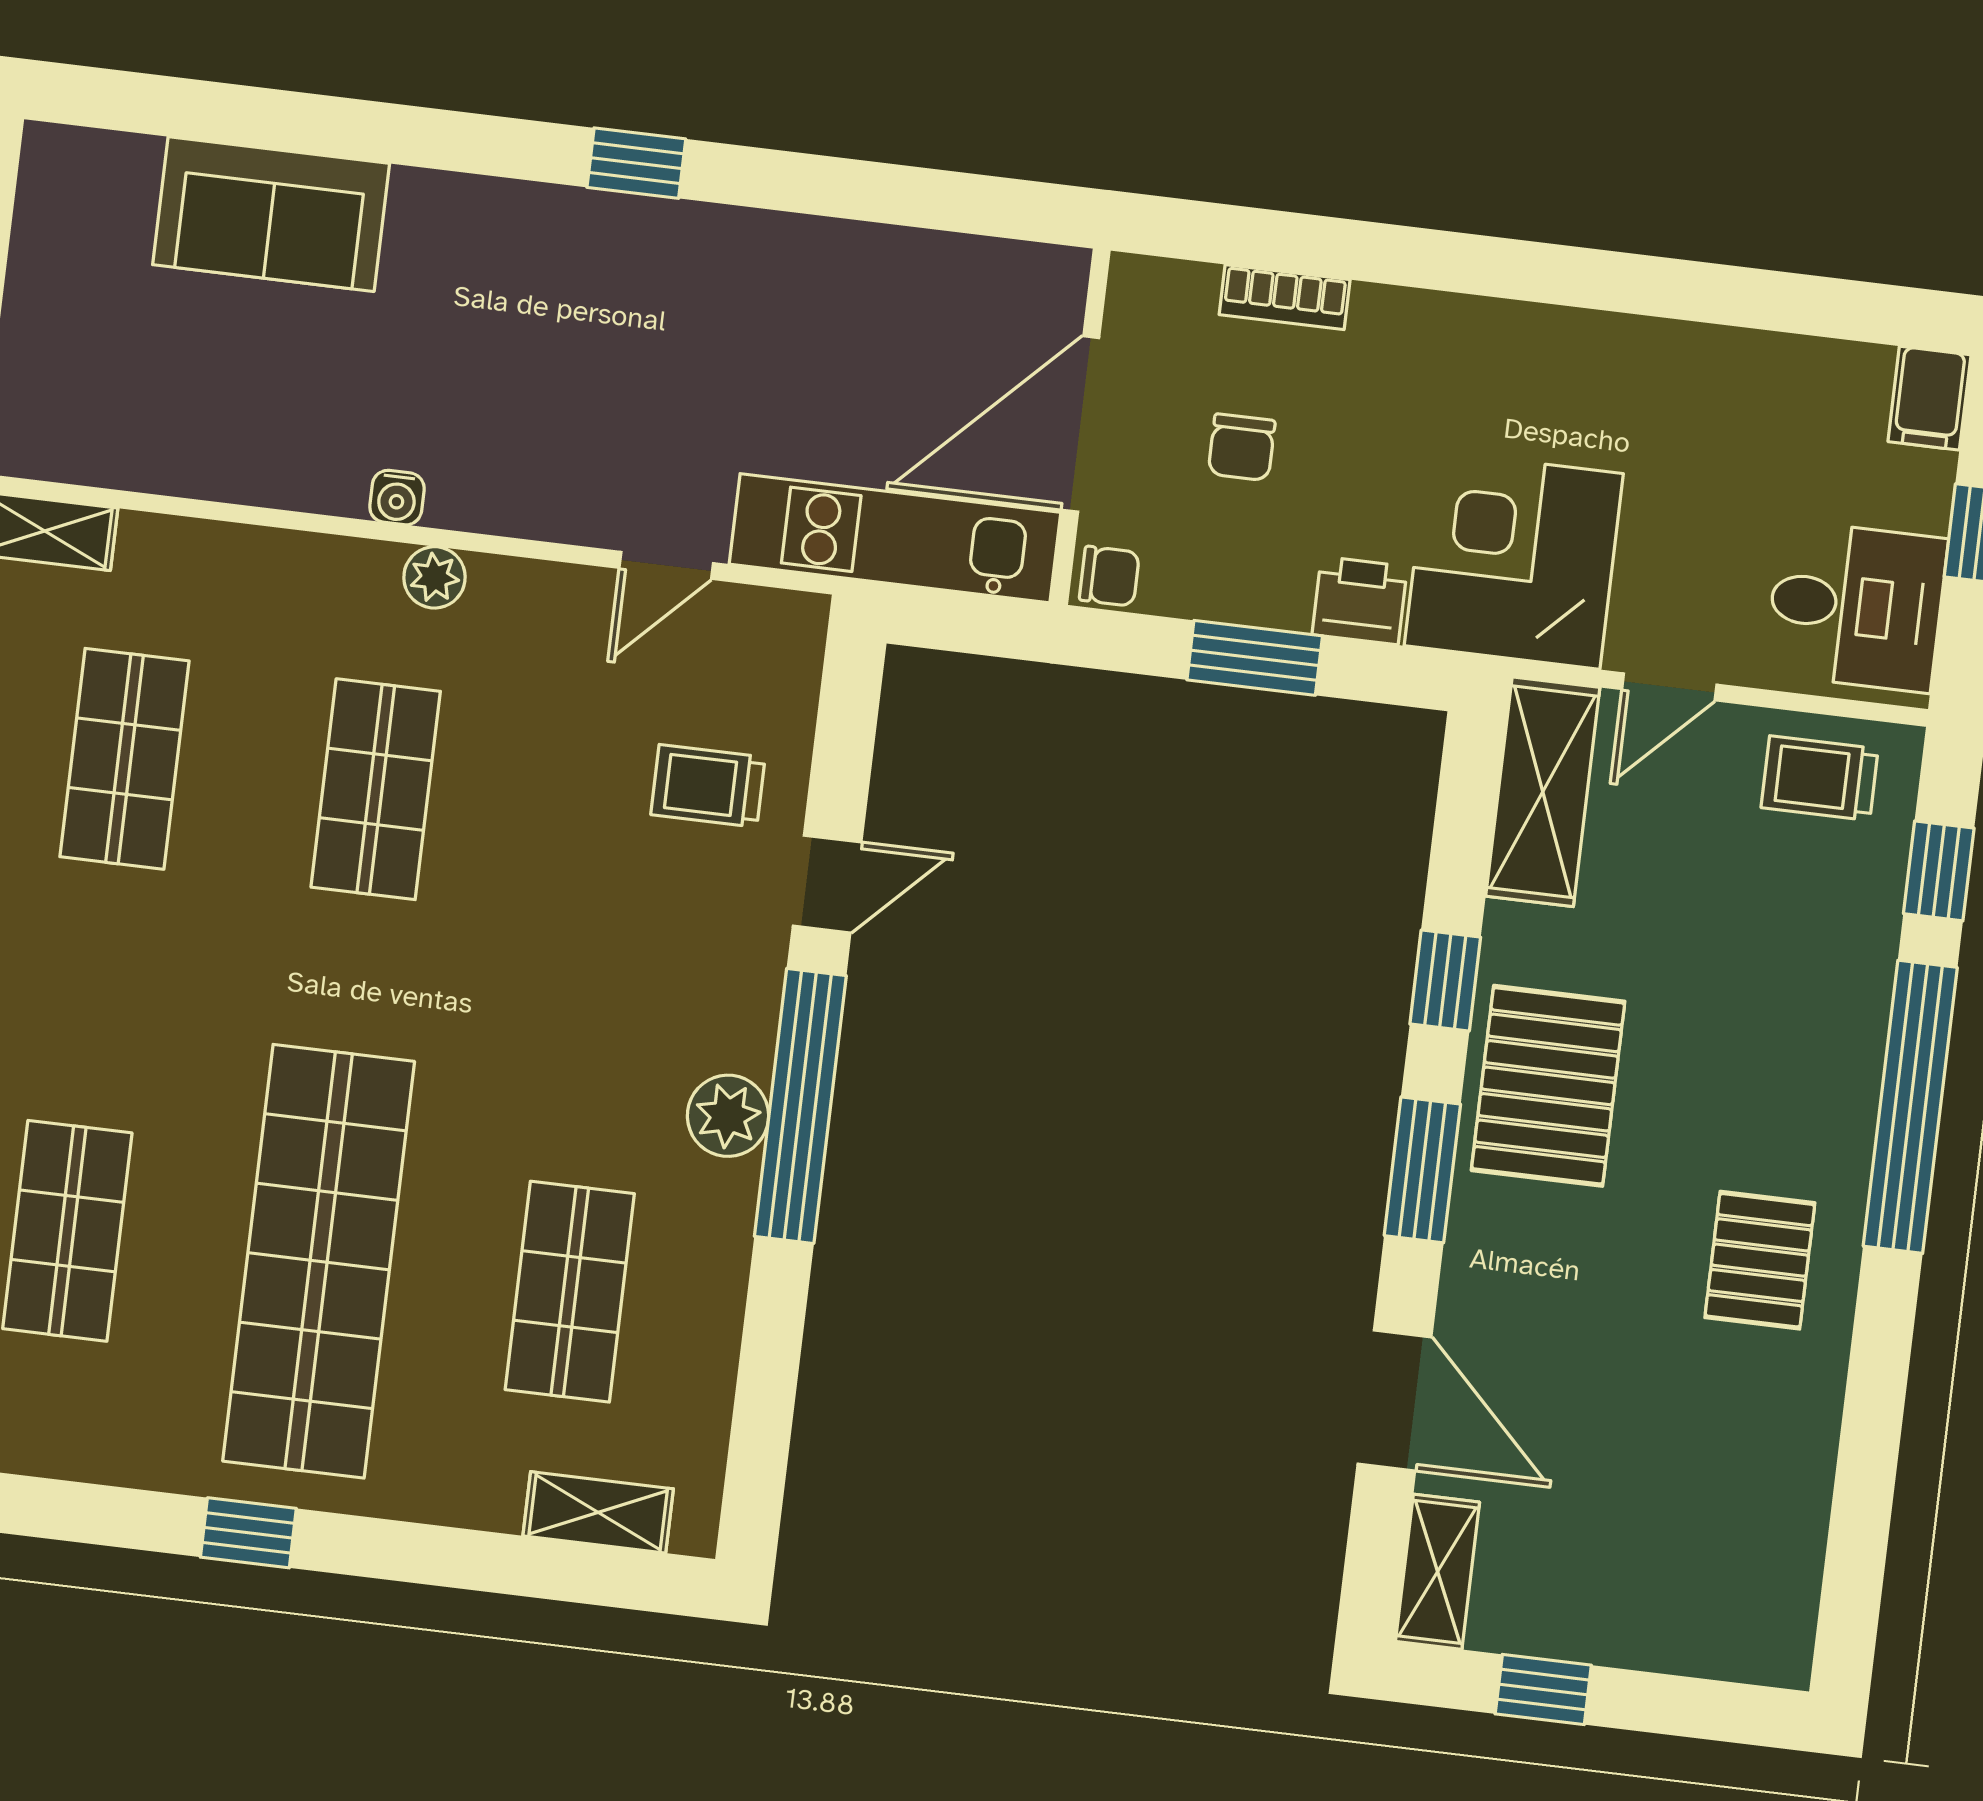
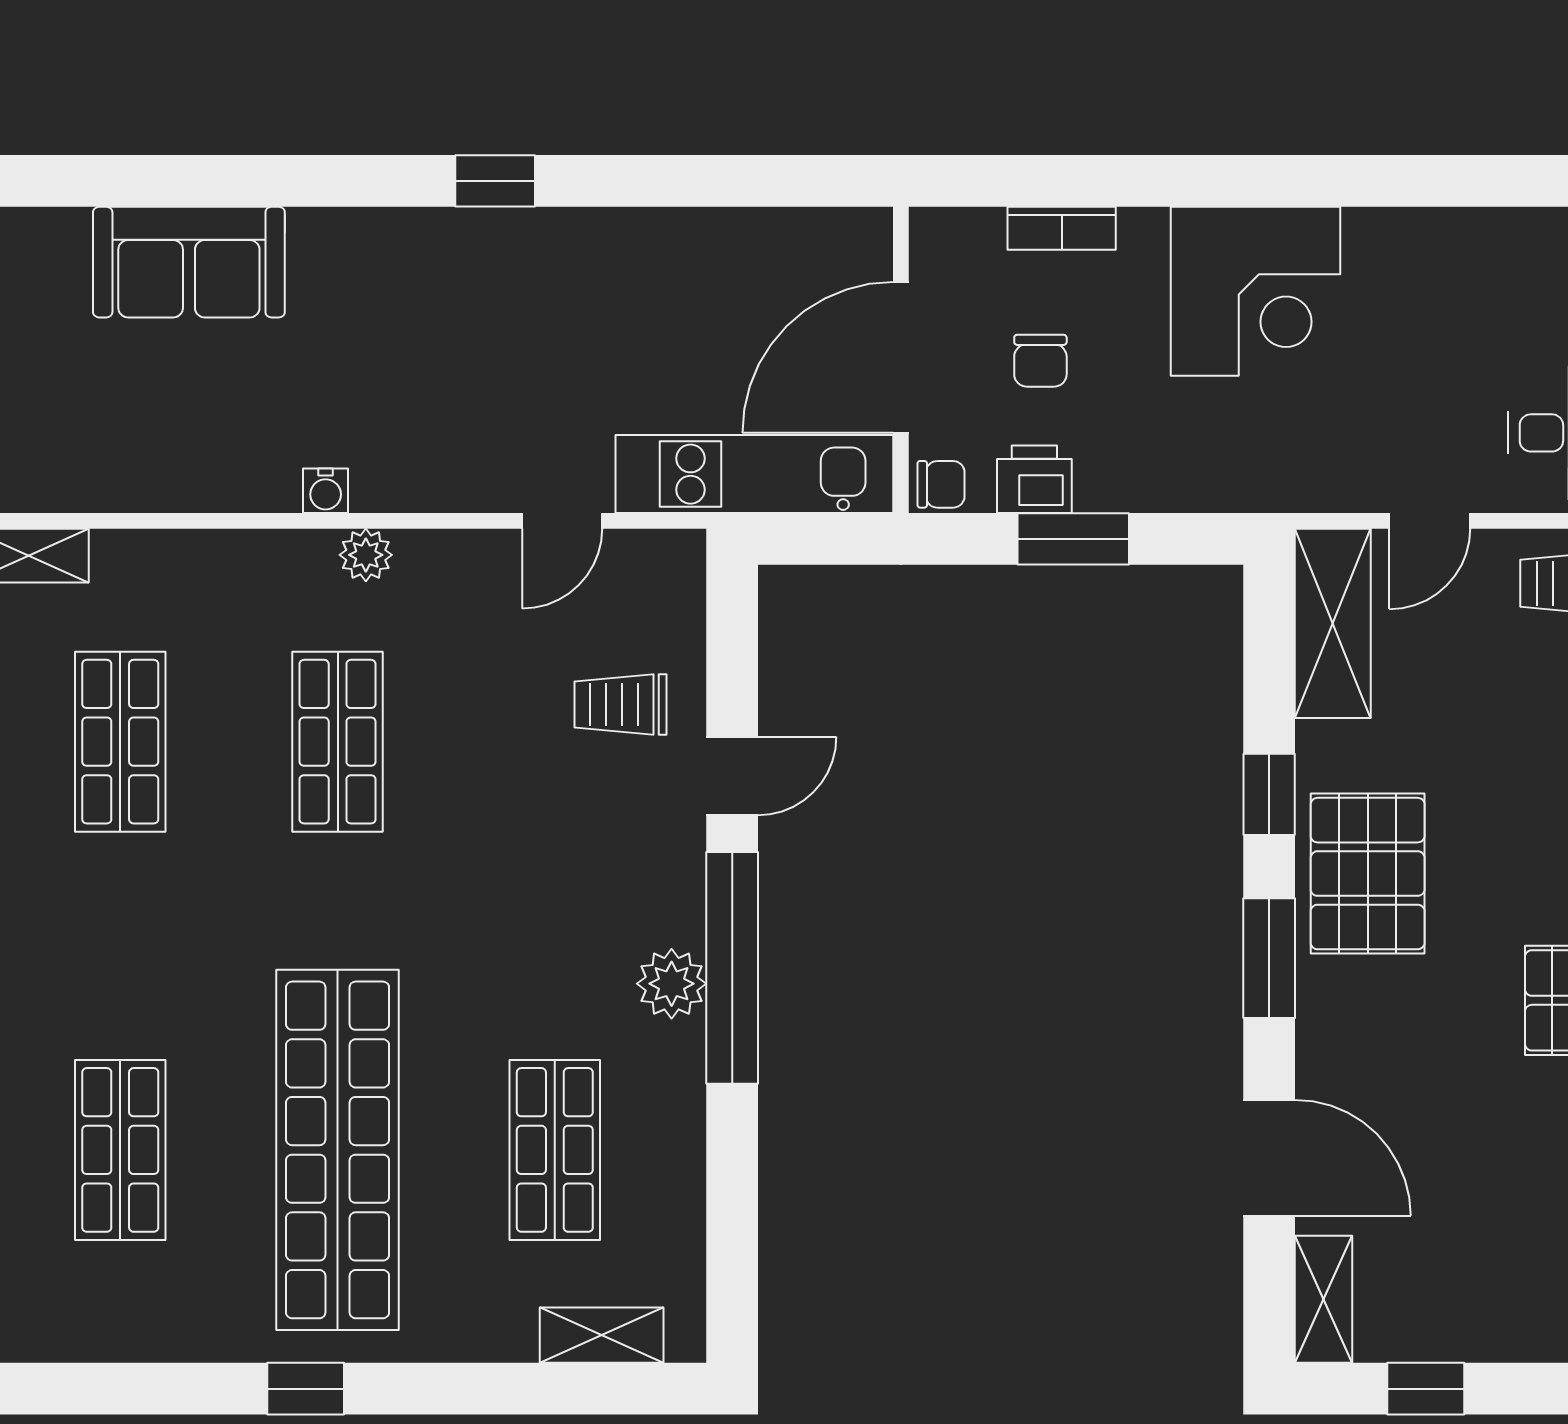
corner desk: (1514, 560) -> (1256, 291), moved, turned 180
printer: (1360, 601) -> (1034, 479), moved

